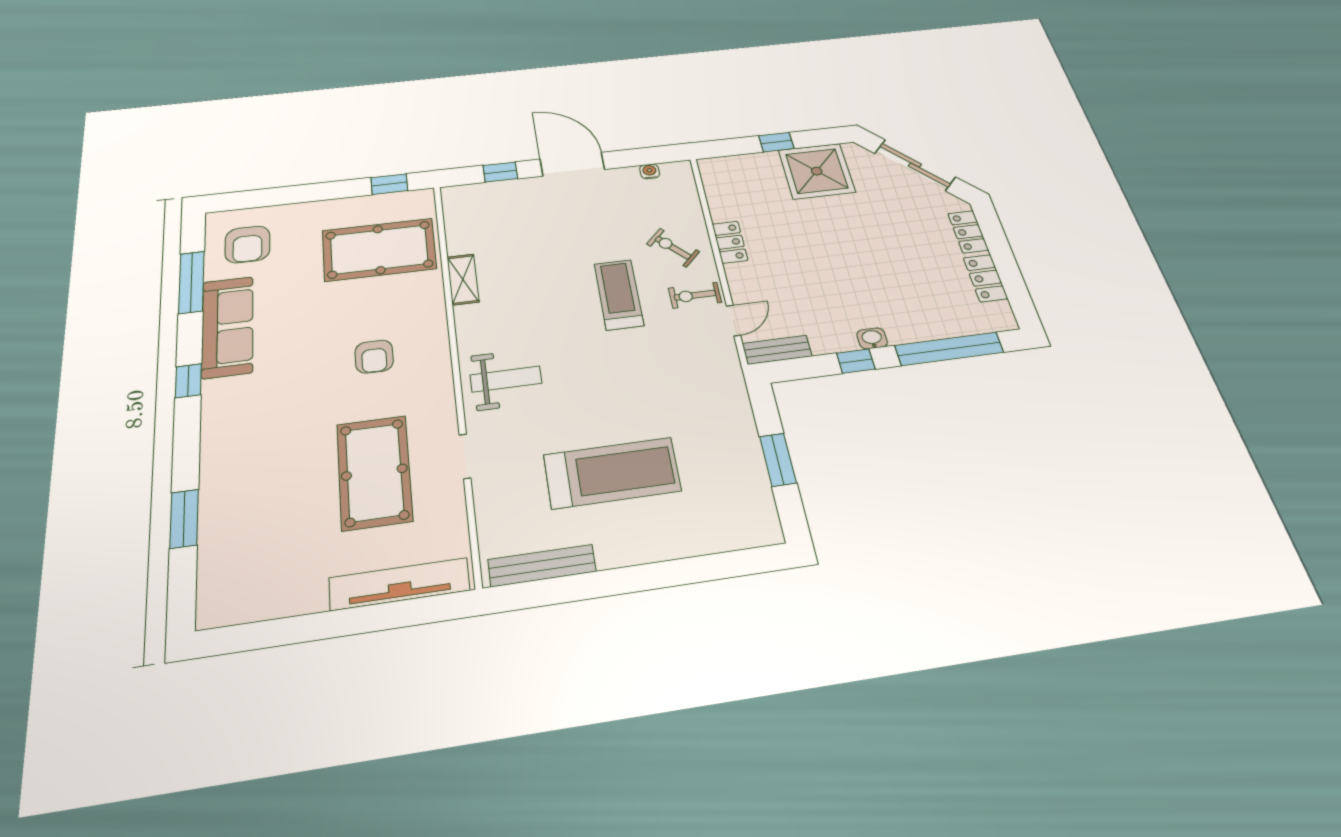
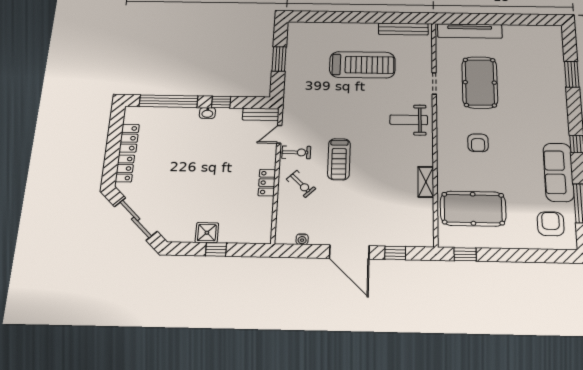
shower: (817, 171) -> (207, 233), width x0.54, depth x0.54
armchair: (374, 357) -> (478, 143), turned 180
treadmill: (612, 473) -> (362, 65), turned 180

